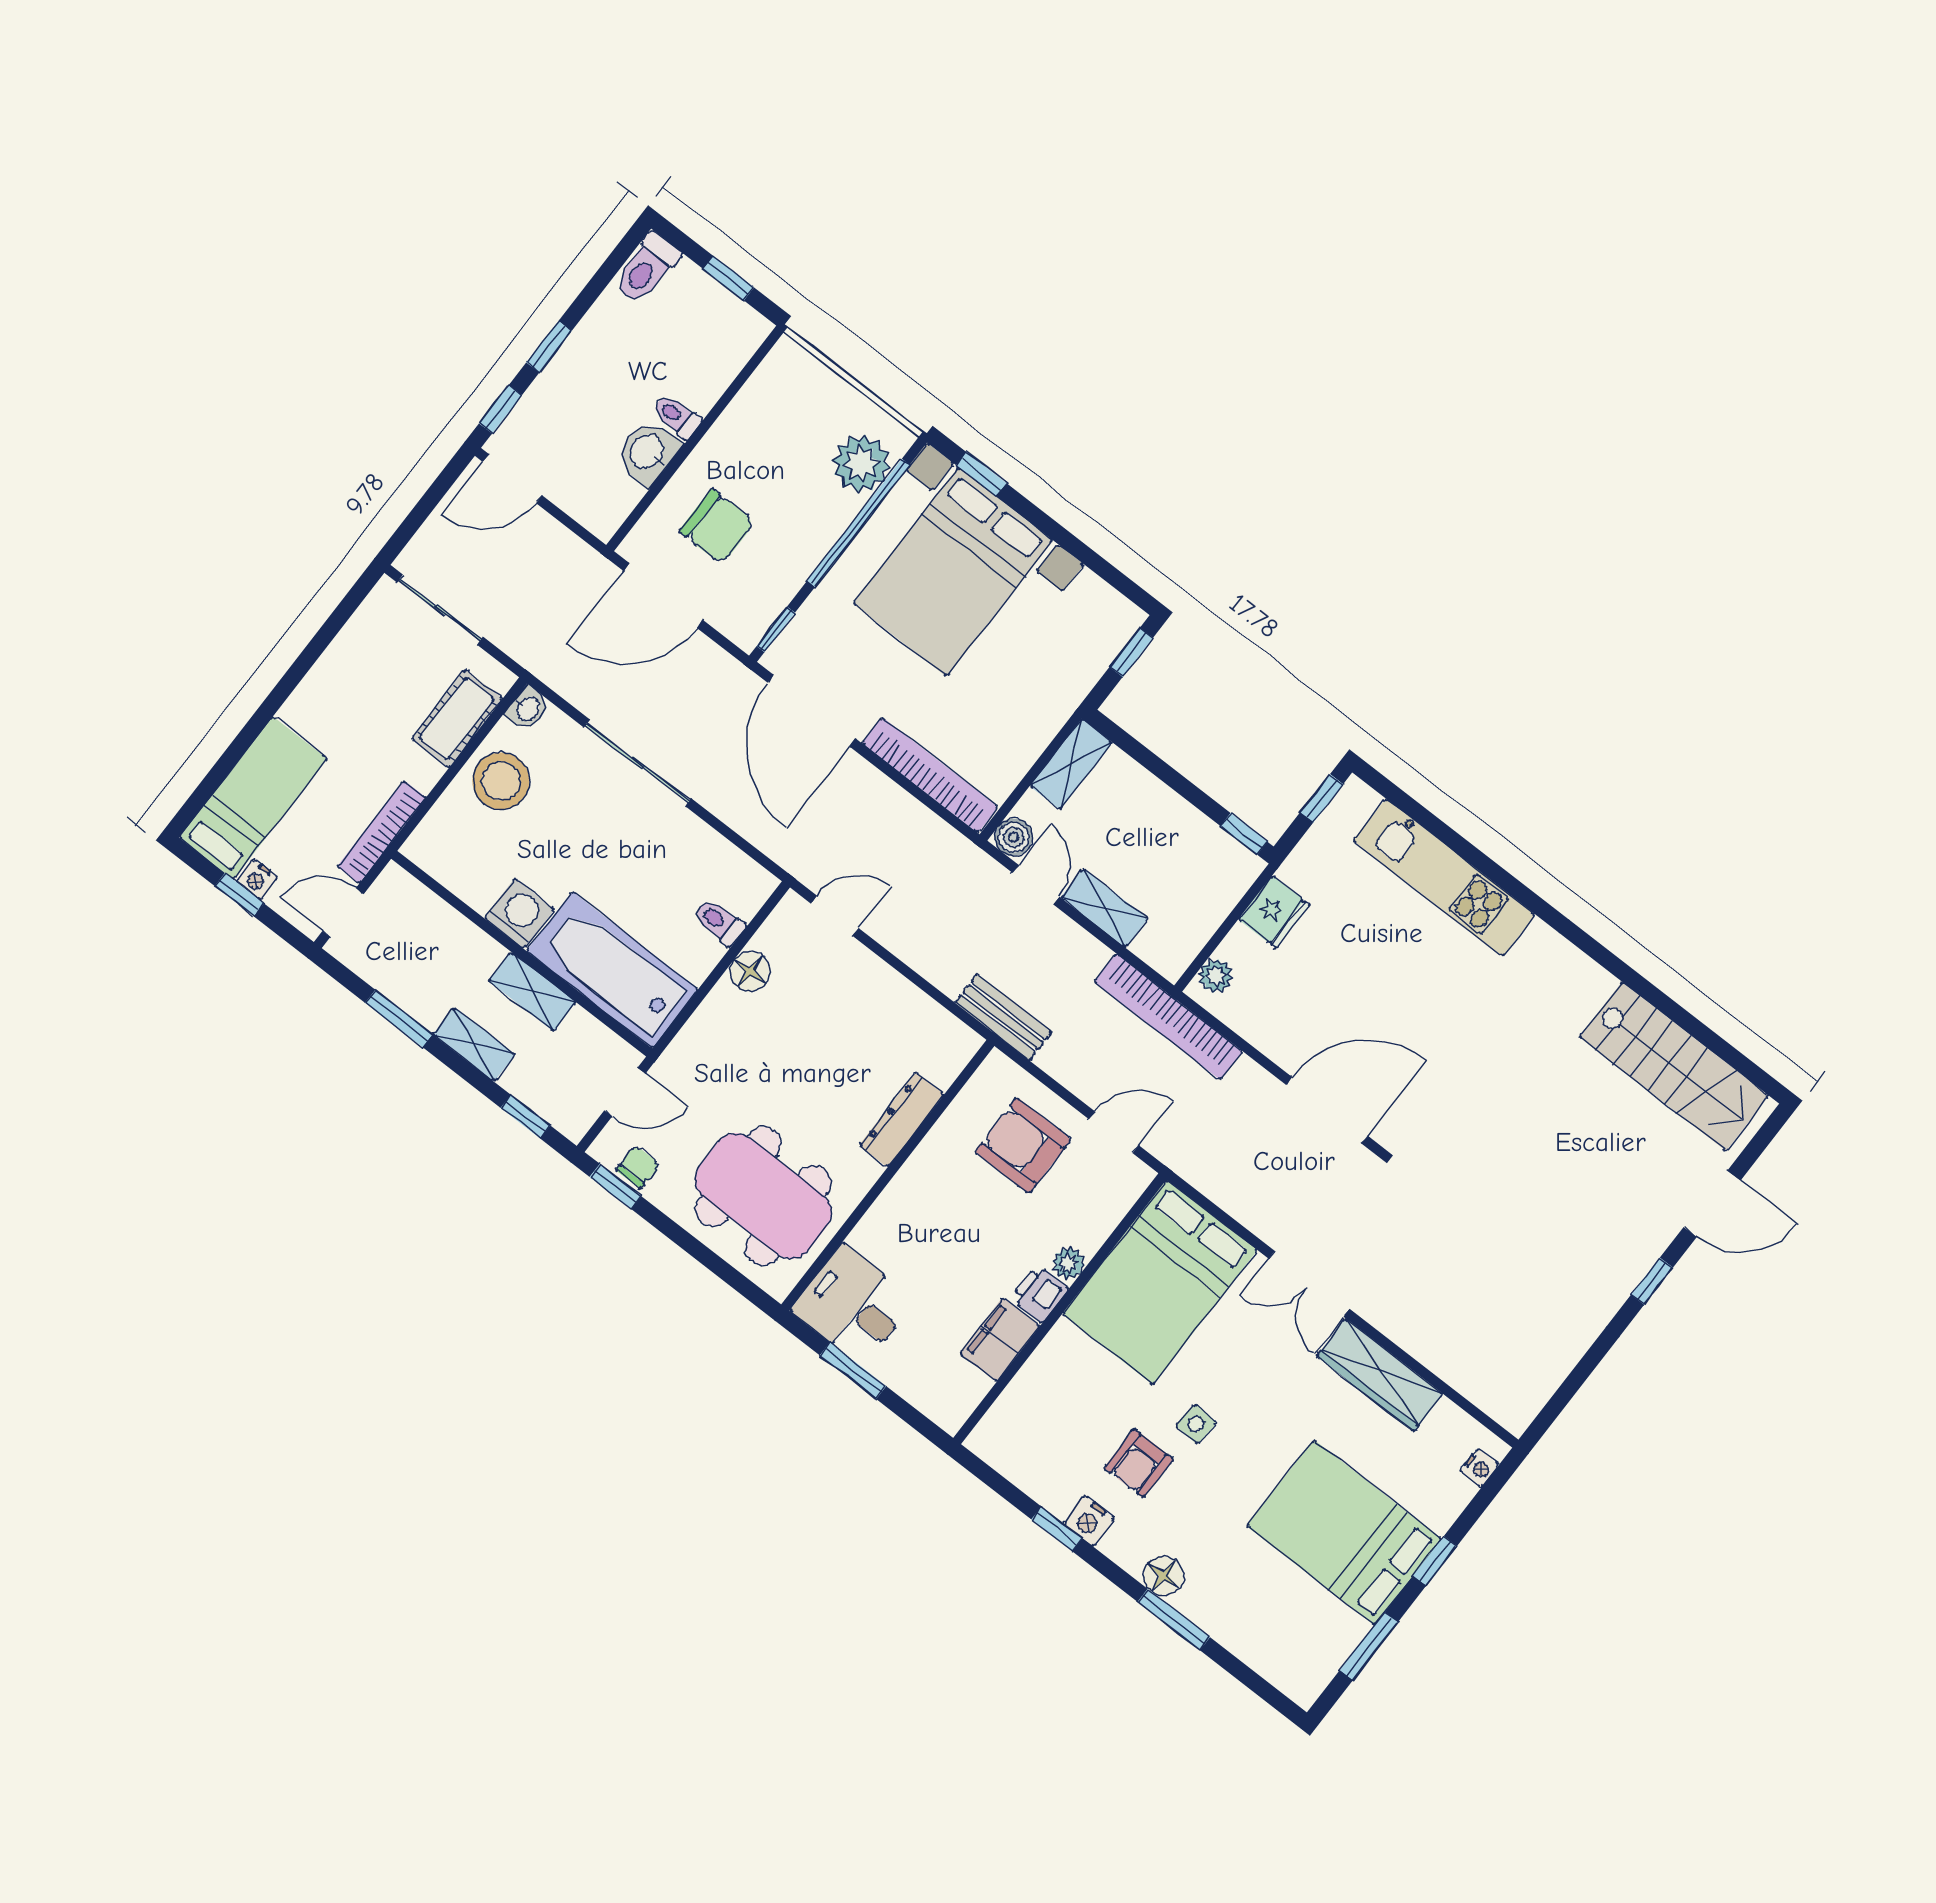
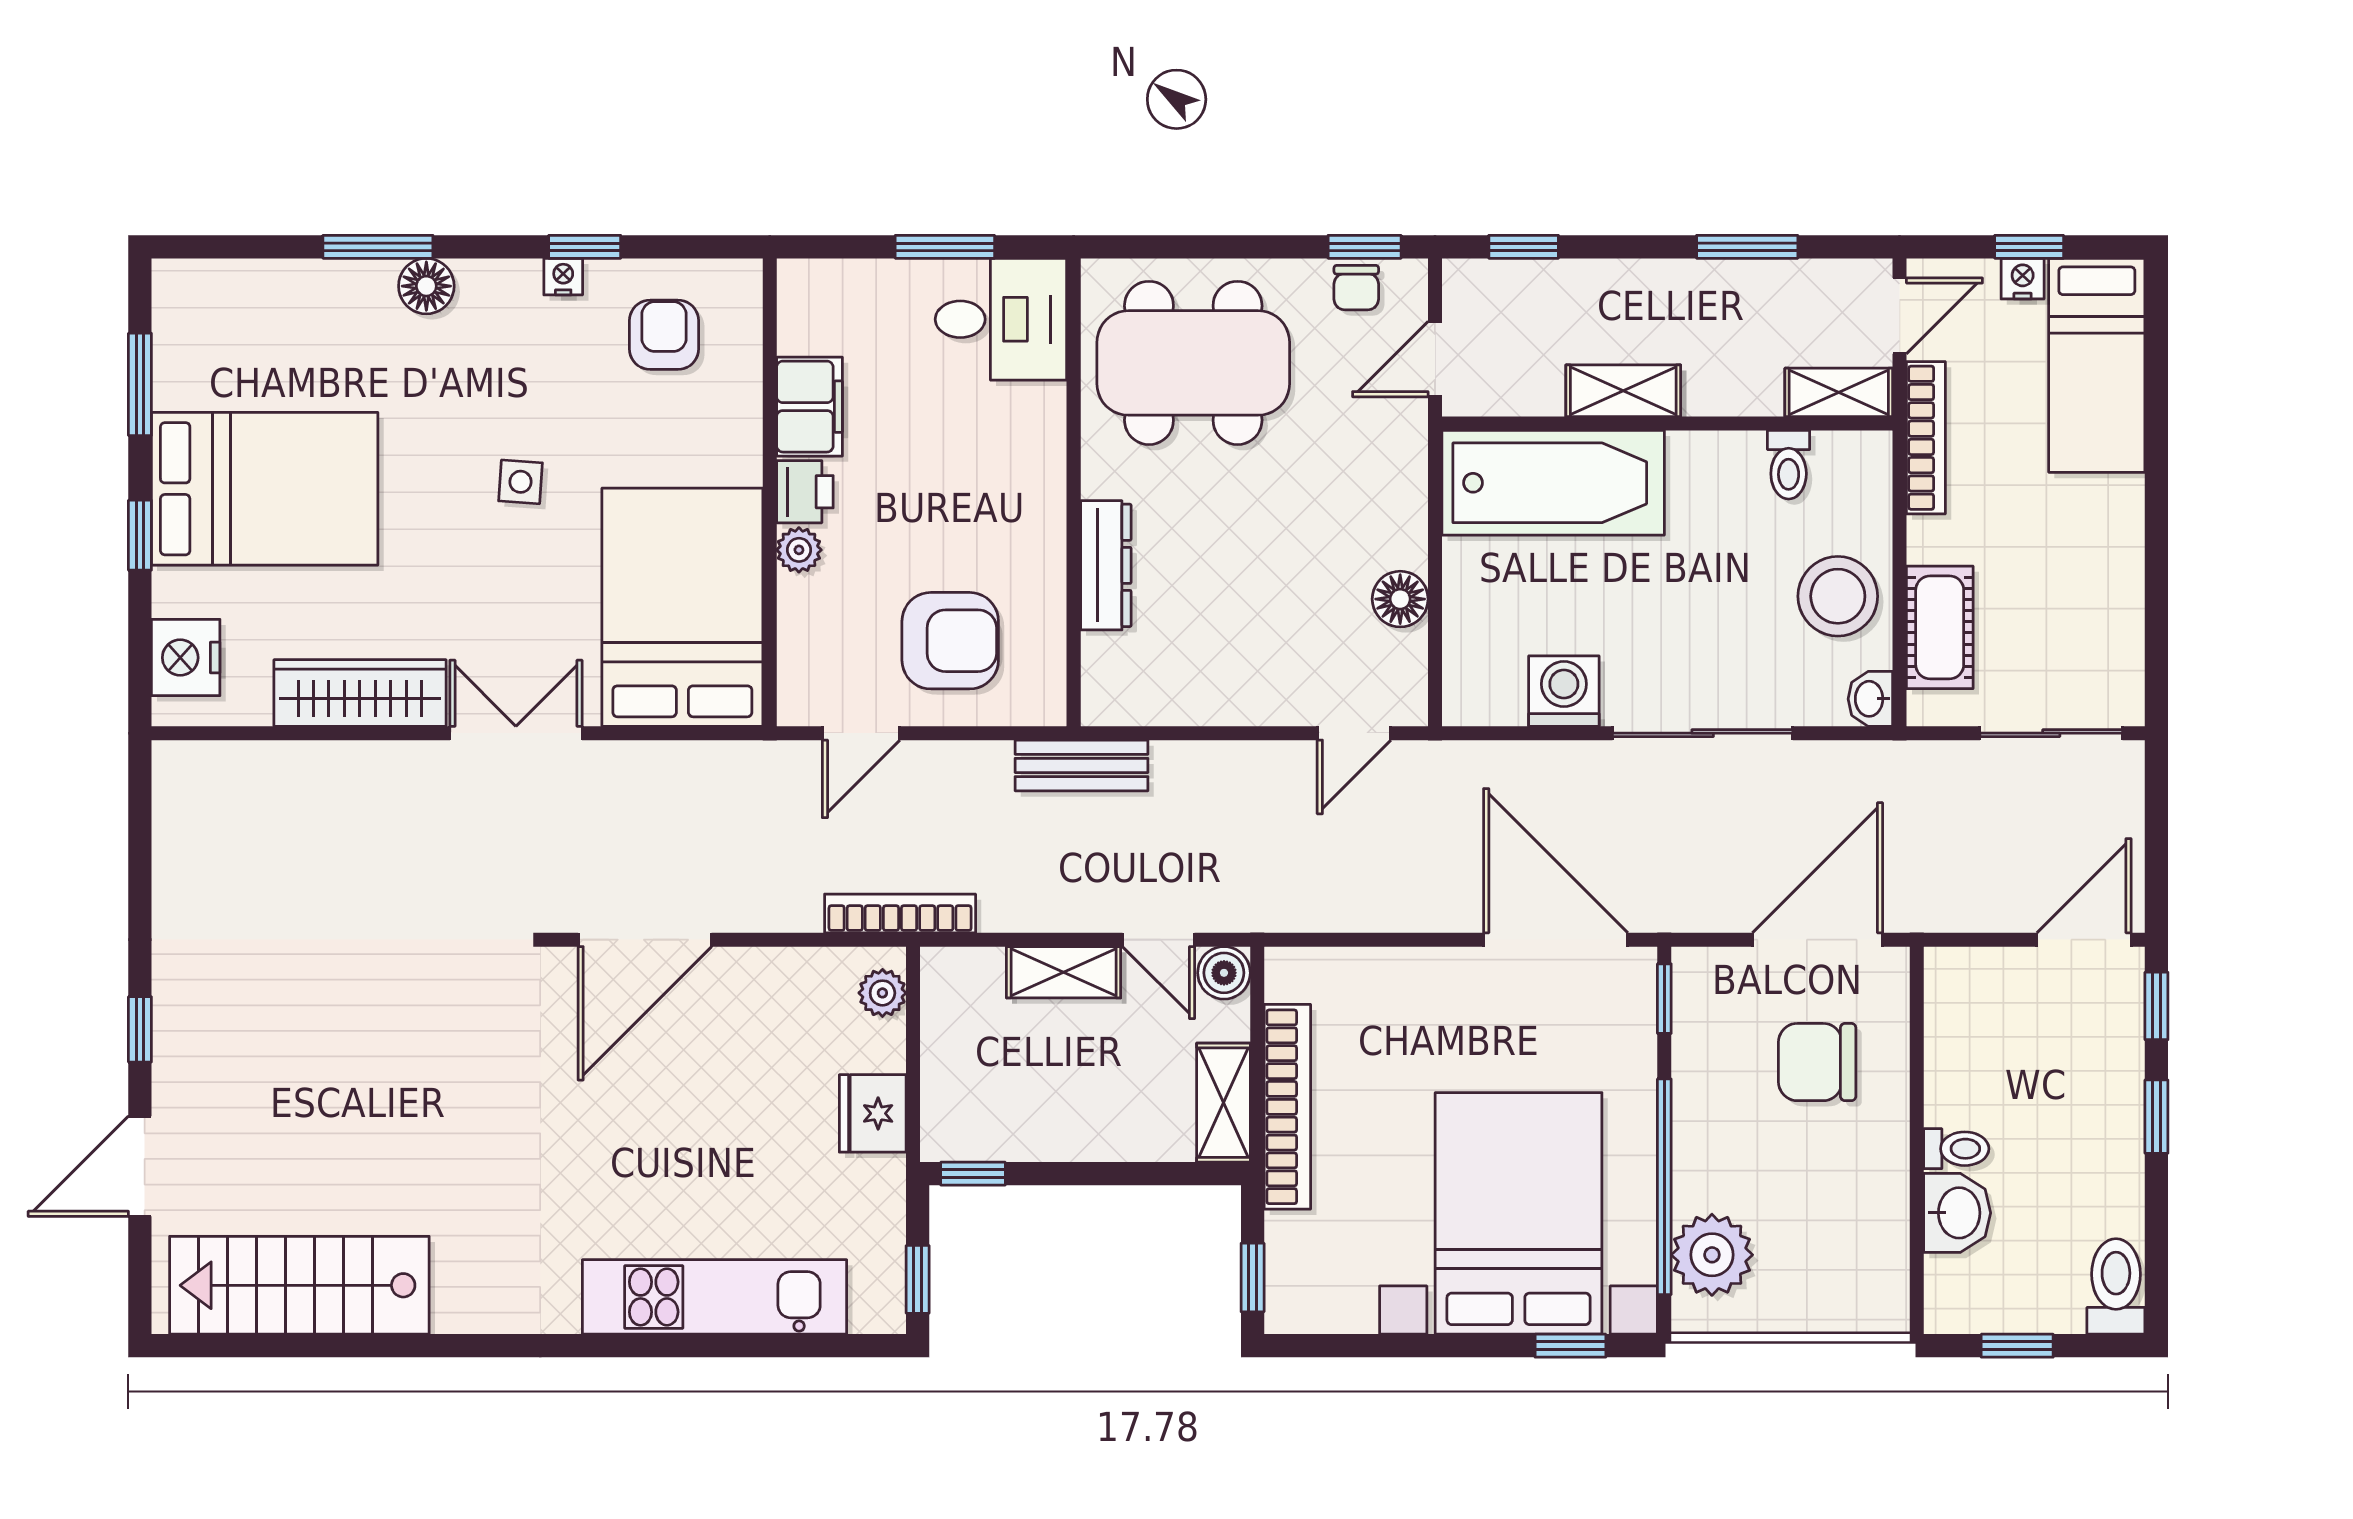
washbasin: (648, 452) -> (1957, 1213), moved
bookcase: (930, 775) -> (1287, 1107), moved, turned -90
washing machine: (519, 914) -> (1564, 691), moved, turned 180
toilet: (719, 922) -> (1789, 465), moved, turned 90
bookcase: (1168, 1017) -> (900, 913), width x0.68, depth x0.76
shelving: (474, 1044) -> (1839, 392), moved
armchair: (1139, 1463) -> (664, 335), moved
nightstand: (1479, 1468) -> (186, 658), width x1.89, depth x1.79
nightstand: (1089, 1521) -> (563, 277), width x0.72, depth x0.74

